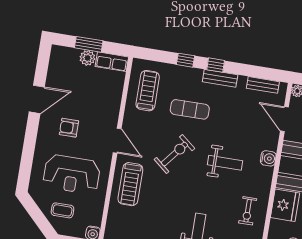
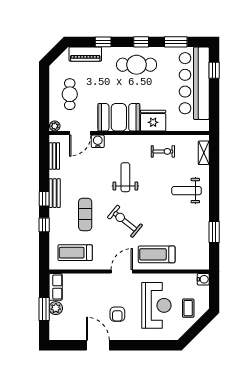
water cooler: (268, 158) -> (98, 141), moved
treadmill: (130, 184) -> (157, 254), turned 180

